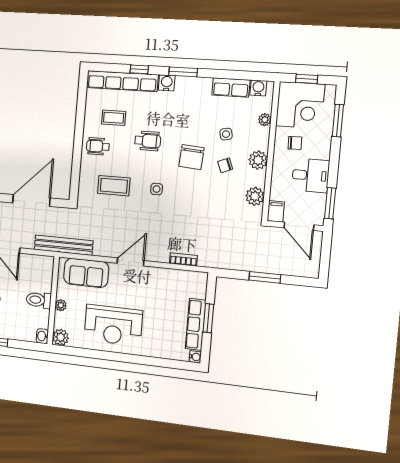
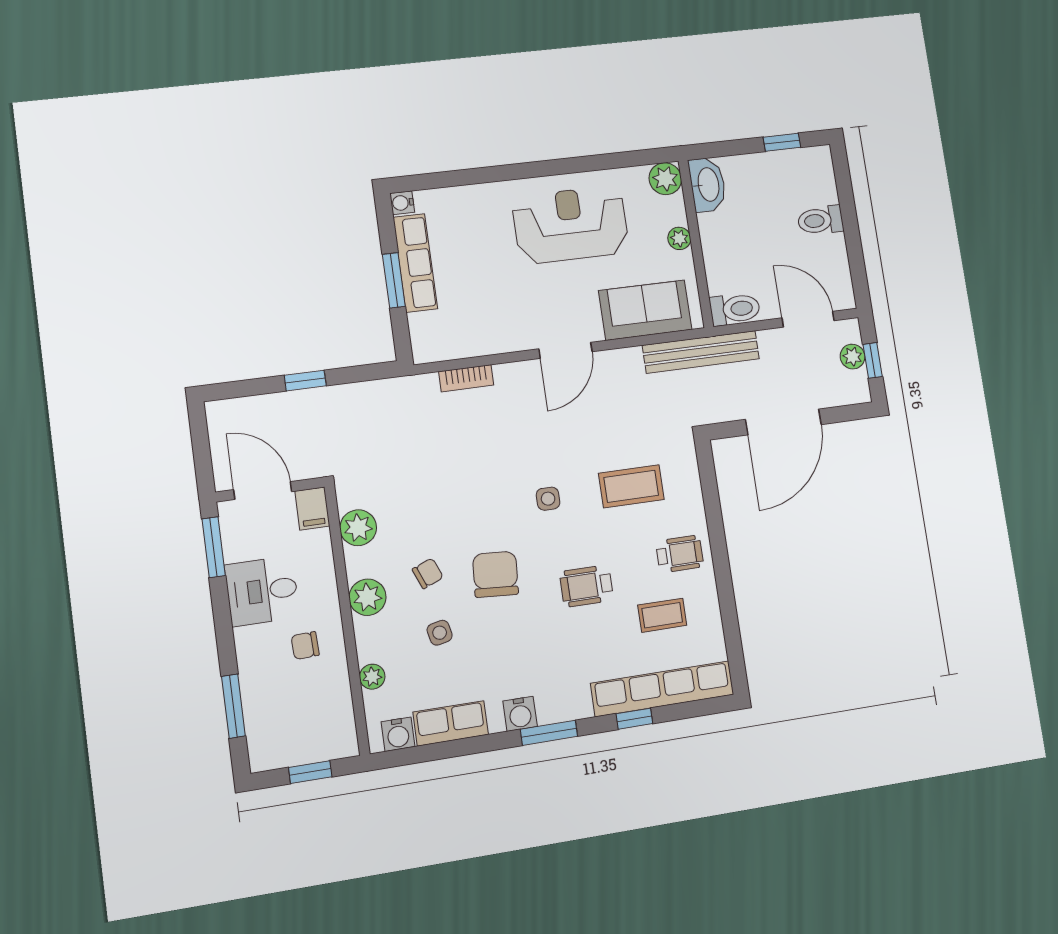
water cooler: (167, 83) -> (520, 714), moved
corner desk: (300, 105) -> (311, 719), removed
window: (265, 277) -> (305, 381), width x0.67
toilet: (39, 300) -> (735, 309), moved
washbasin: (42, 336) -> (708, 185), width x1.91, depth x1.45

